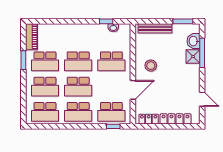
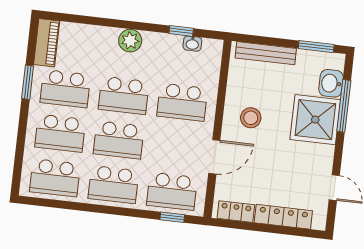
plant: (78, 30) -> (130, 41), added
shower: (193, 56) -> (315, 120), width x1.86, depth x1.86

